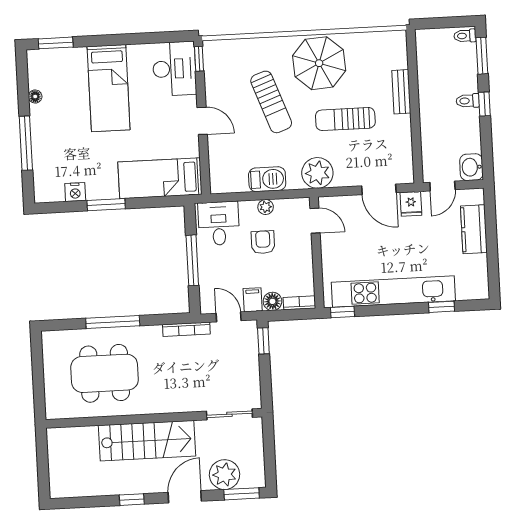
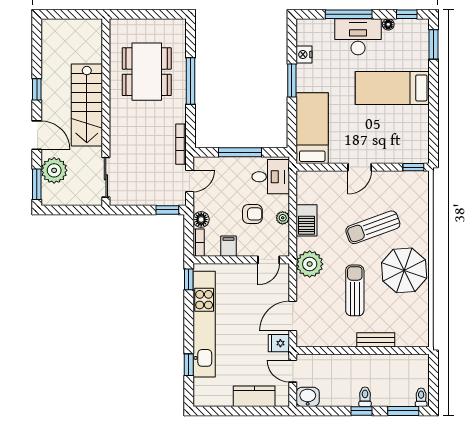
desk: (174, 69) -> (358, 37), moved, turned 180
window: (22, 76) -> (407, 14), added
filing cabinet: (253, 300) -> (228, 246), moved, turned -90

